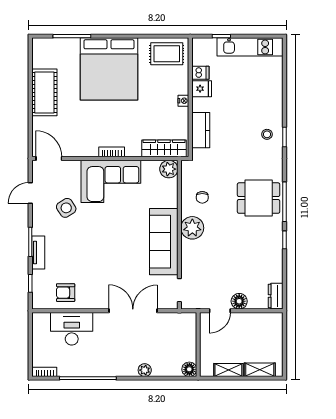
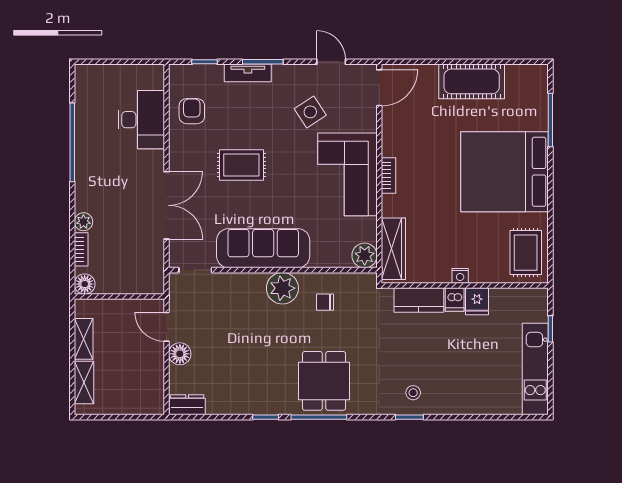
dishwasher: (200, 73) -> (455, 300), moved
rug: (104, 257) -> (241, 165), added
bookcase: (45, 372) -> (81, 249), moved

